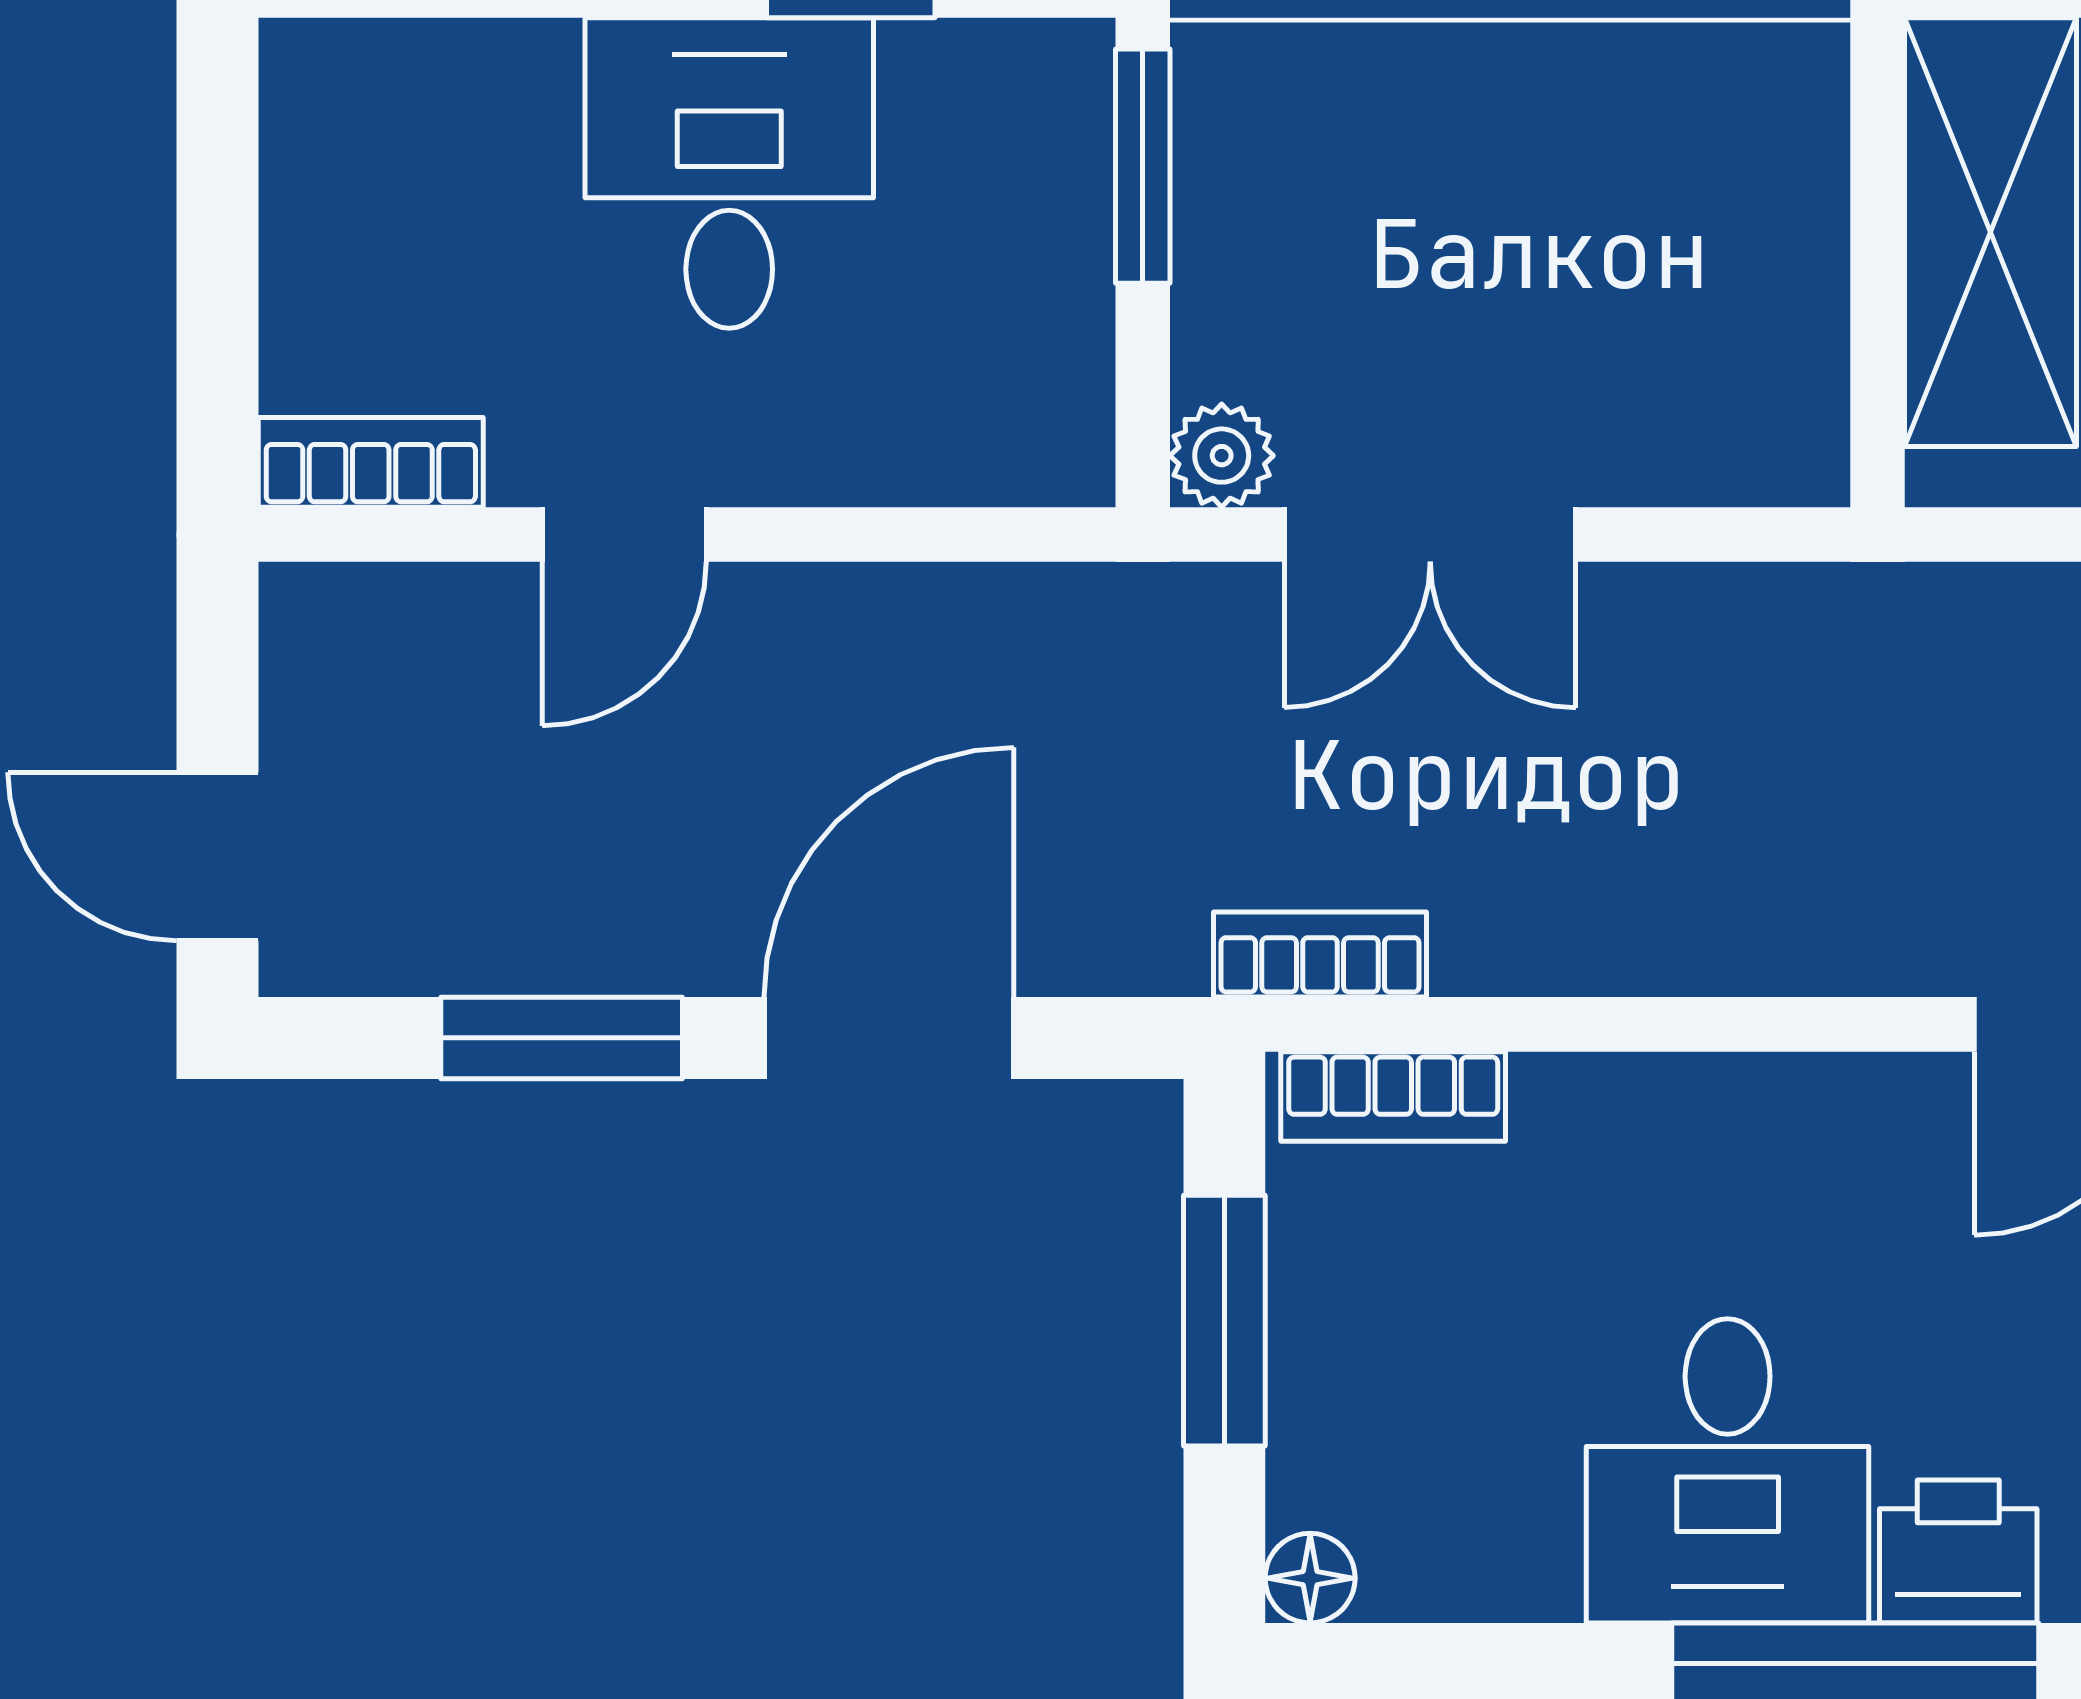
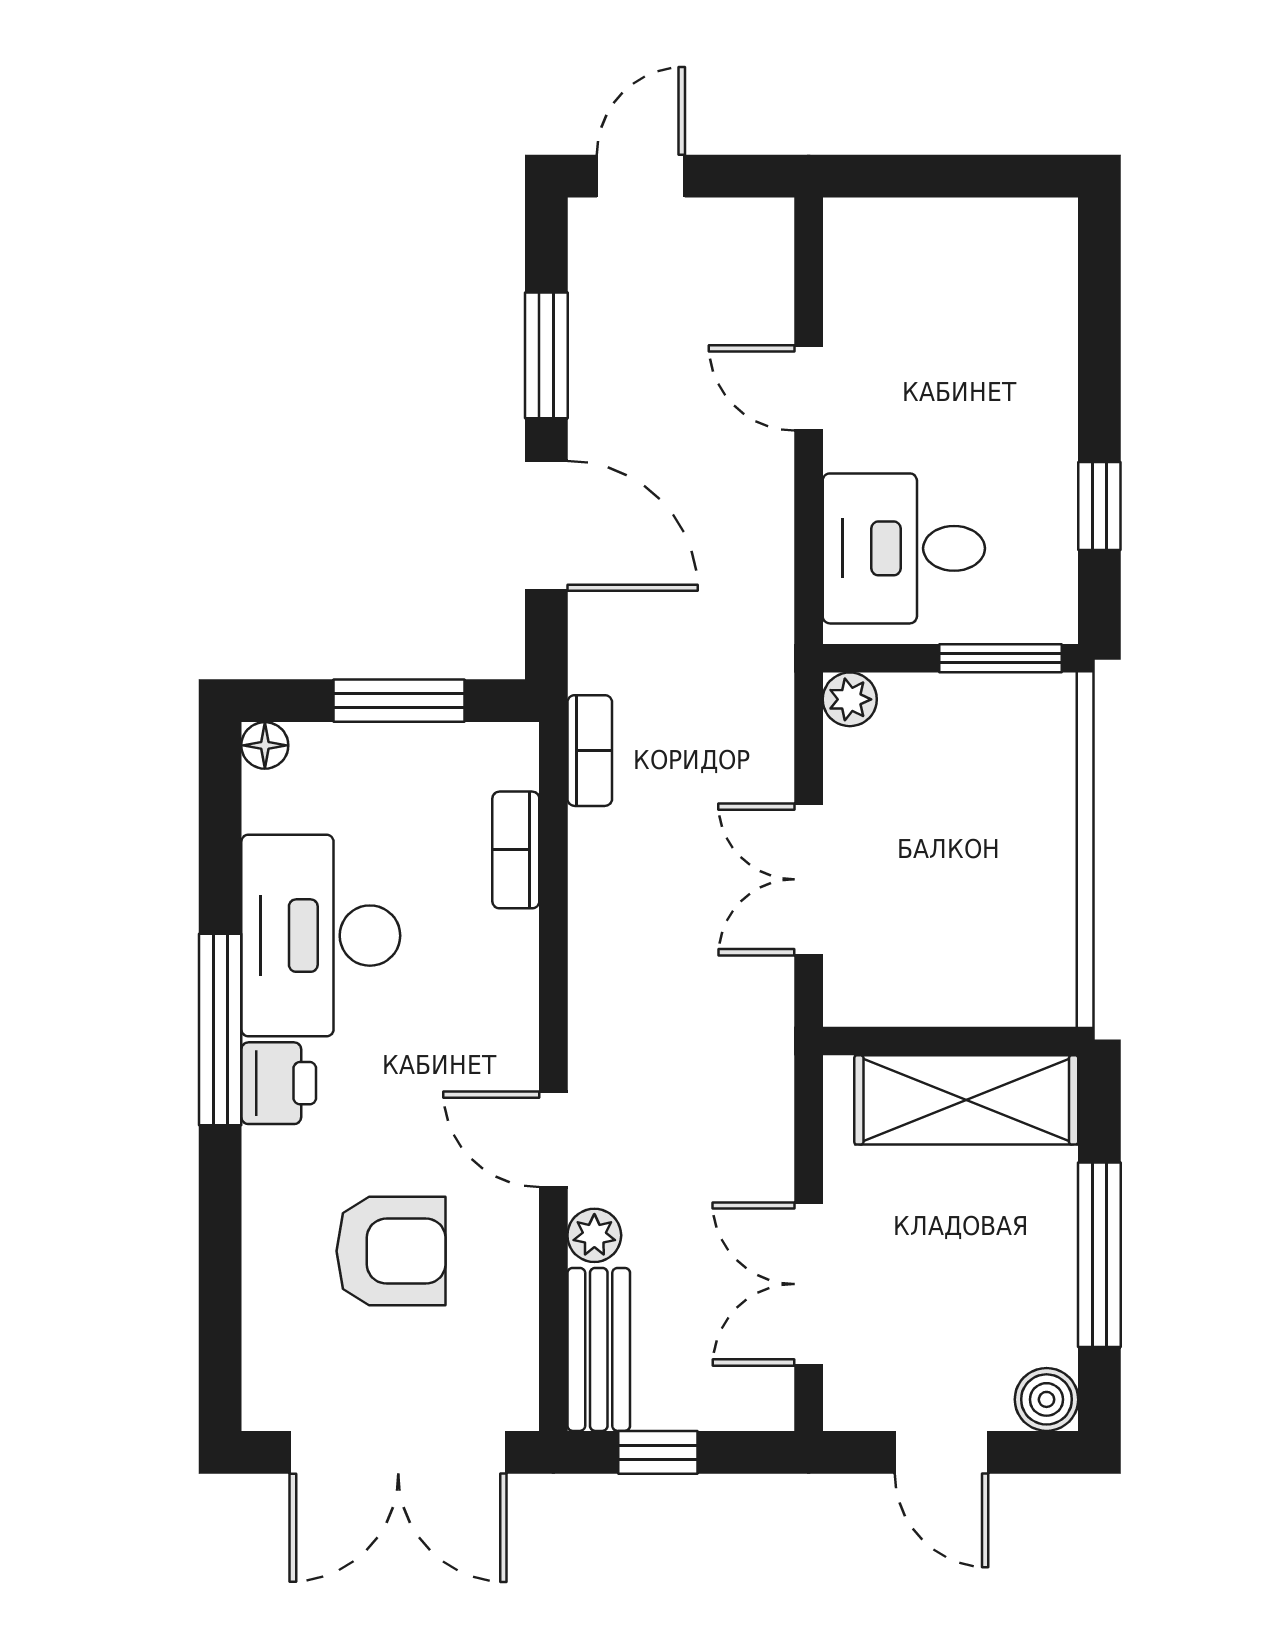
desk: (729, 173) -> (904, 548), moved, turned 180
bookcase: (371, 462) -> (846, 256), removed
double door: (1430, 535) -> (809, 879), moved
bookcase: (1393, 1096) -> (516, 850), moved
desk: (1728, 1471) -> (321, 936), width x1.37

